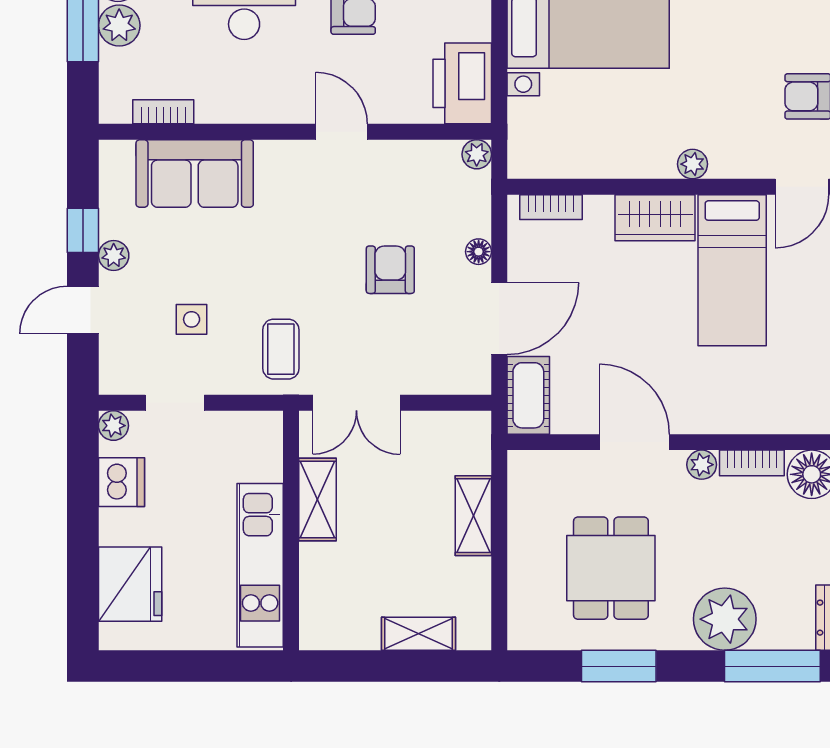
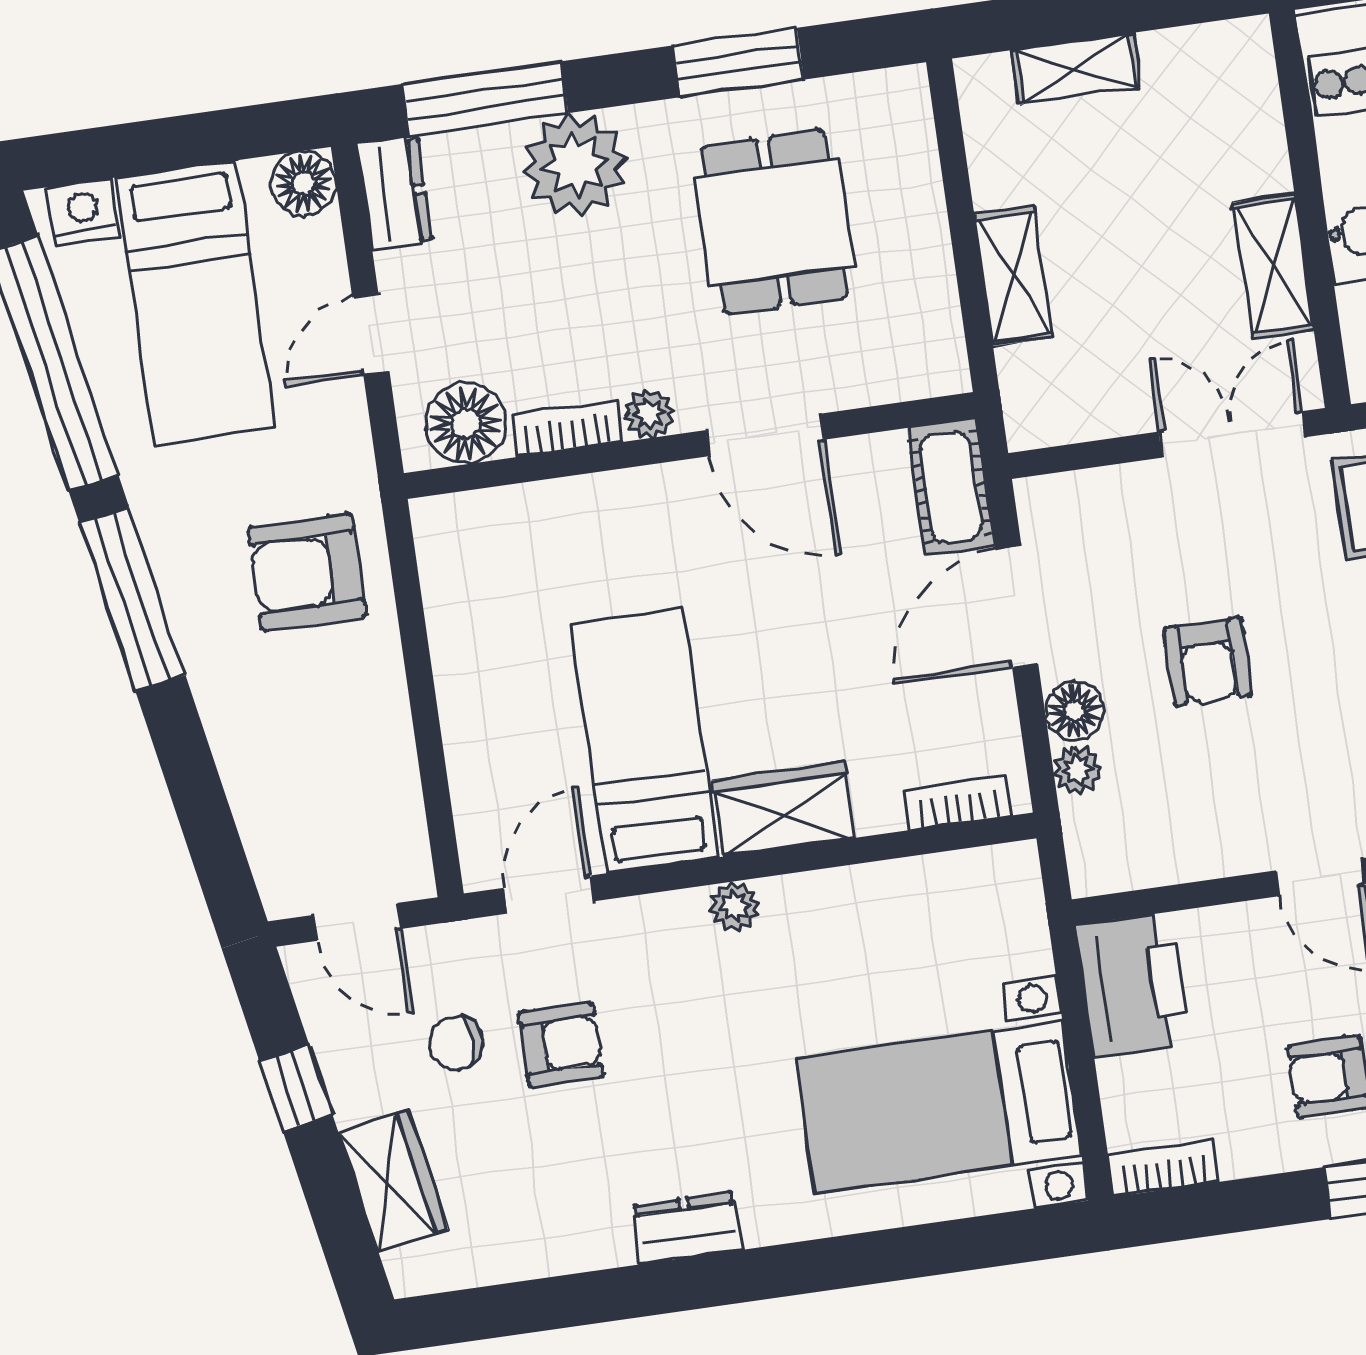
plant: (477, 154) -> (1078, 770), moved
floor lamp: (479, 252) -> (1074, 711), width x1.37, depth x1.37

